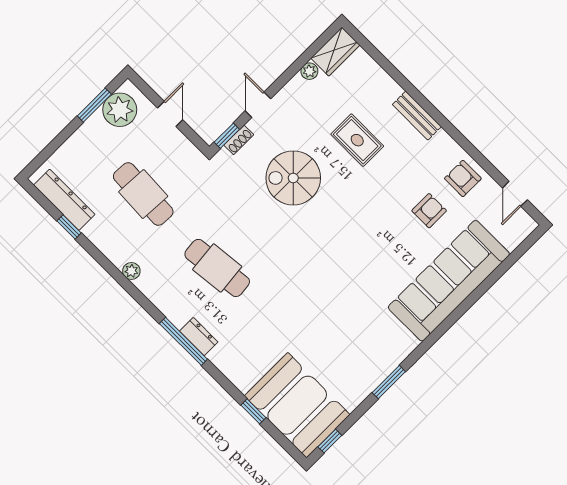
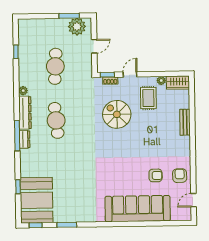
bench: (417, 116) -> (185, 122), moved
rug: (357, 140) -> (148, 98), moved
dresser: (64, 200) -> (25, 113), moved
window: (389, 382) -> (67, 225), moved

